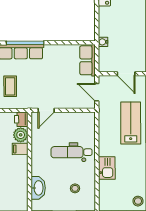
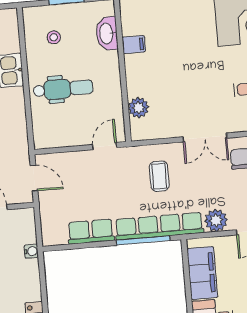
row of seats: (88, 60) -> (91, 232), moved, turned -90
printer: (21, 119) -> (140, 130), removed
filing cabinet: (20, 149) -> (134, 45), moved

